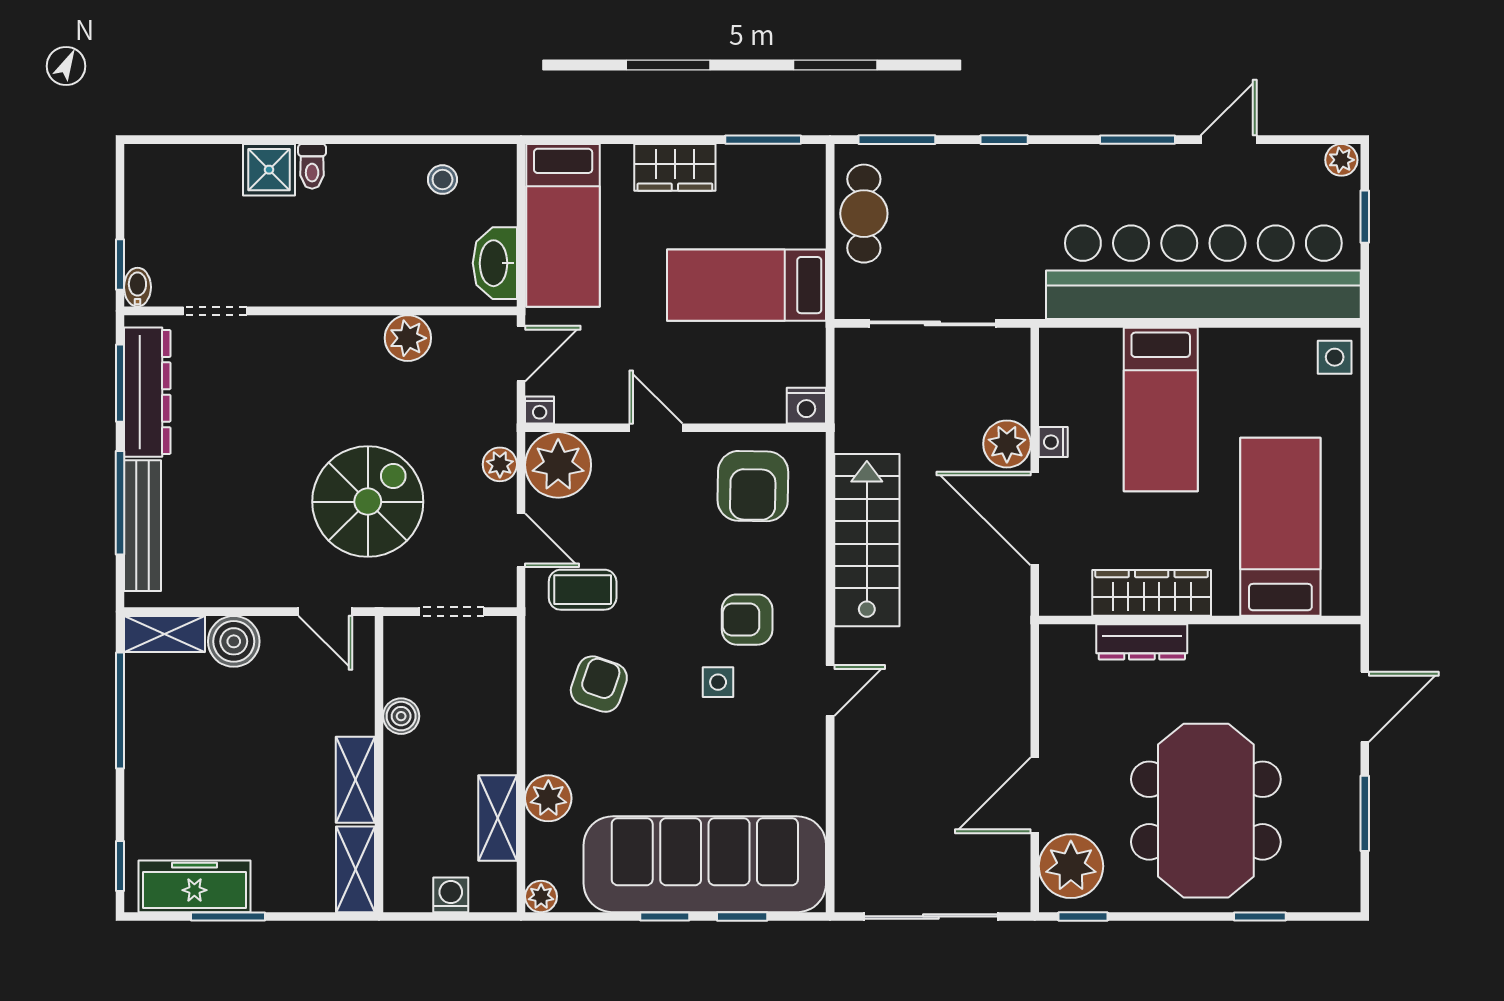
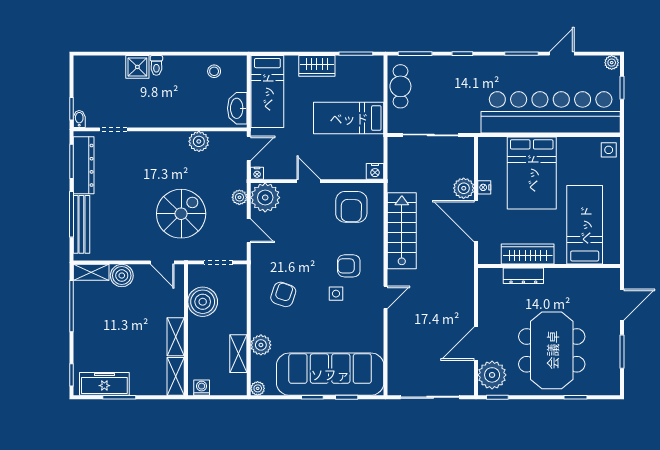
bed: (1161, 410) -> (532, 173), width x1.50
coffee table: (583, 590) -> (276, 253), removed
boiler: (401, 716) -> (203, 302), width x1.86, depth x1.86
washing machine: (451, 895) -> (202, 388), moved

